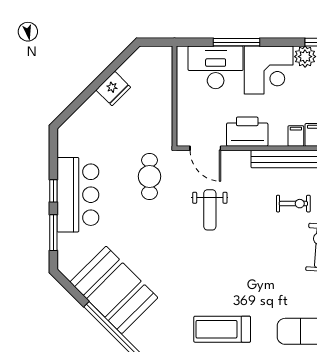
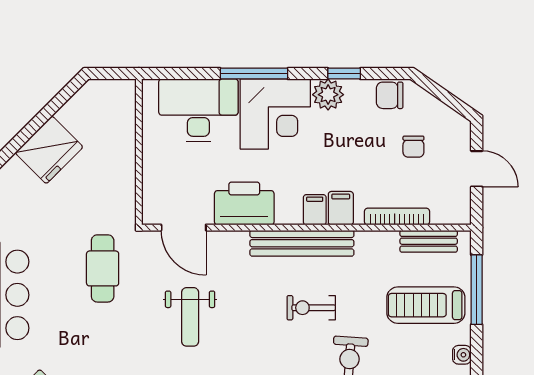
window: (236, 42) -> (254, 74), moved
fridge: (113, 89) -> (49, 150), width x1.36, depth x1.34
exercise bike: (293, 204) -> (311, 308), turned 180

